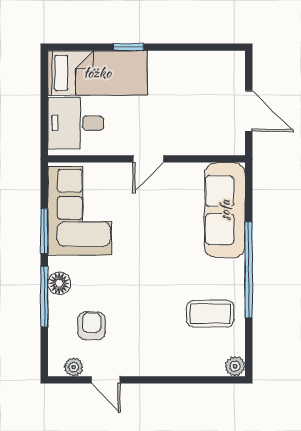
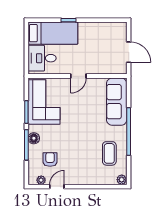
coffee table: (210, 314) -> (109, 153), turned 90
door: (106, 380) -> (57, 187), swing flipped

